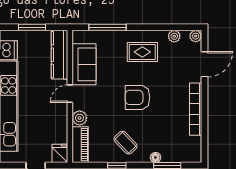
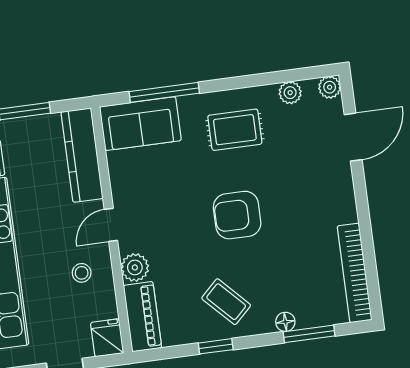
sofa: (84, 64) -> (140, 124), moved, turned 90
bookcase: (196, 109) -> (354, 273), moved
stool: (51, 117) -> (82, 273), added

